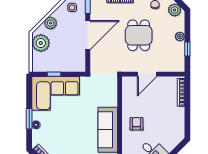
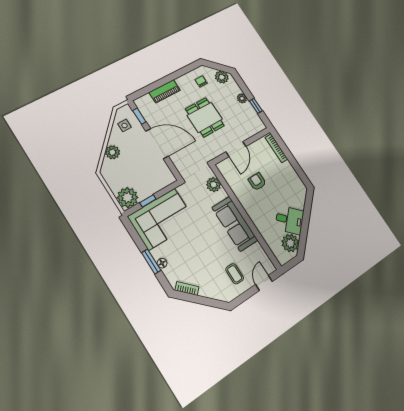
door: (88, 35) -> (157, 144), hinge flipped
plant: (41, 43) -> (128, 198), moved
plant: (111, 91) -> (214, 185), added
armchair: (137, 124) -> (257, 182), moved

